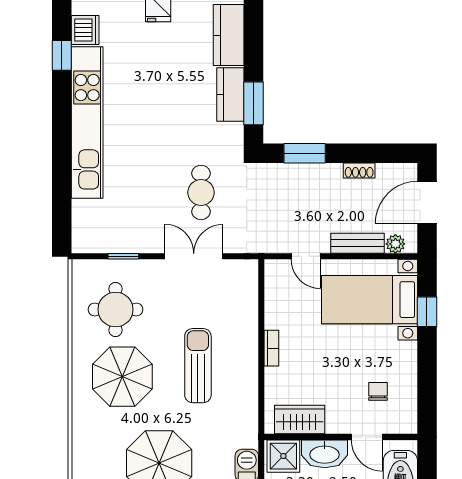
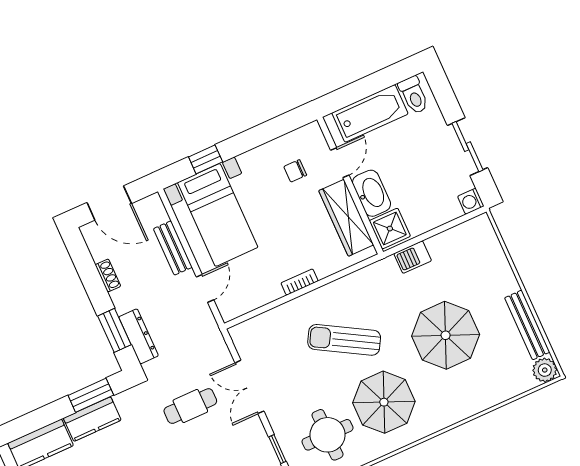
dresser: (289, 173) -> (139, 336), added
plant: (395, 244) -> (158, 214), removed
sun lounger: (198, 366) -> (344, 340), turned 30
wardrobe: (300, 420) -> (346, 218), width x1.50

